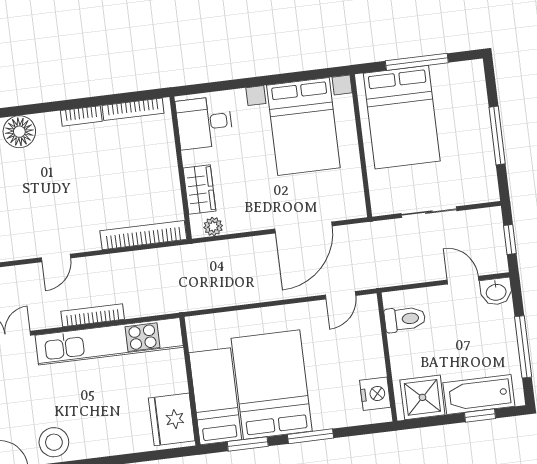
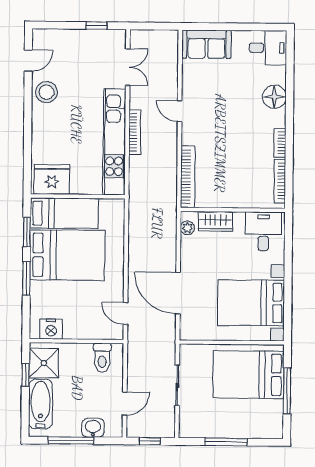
washbasin: (496, 292) -> (93, 428), moved, turned 90
window: (480, 415) -> (26, 375), moved

